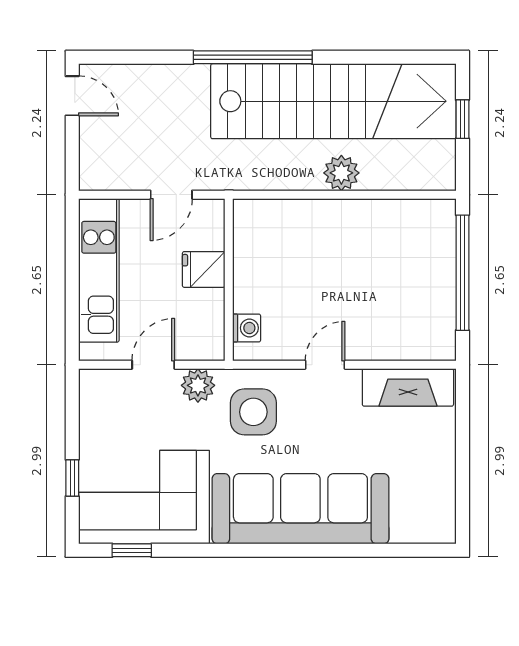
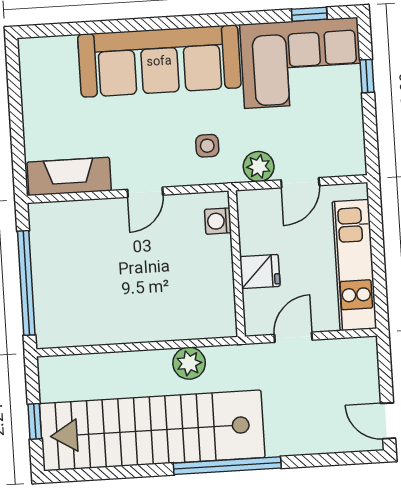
plant: (341, 173) -> (189, 363), moved
side table: (253, 412) -> (207, 146), width x0.54, depth x0.54

